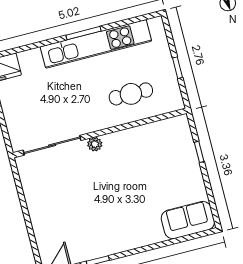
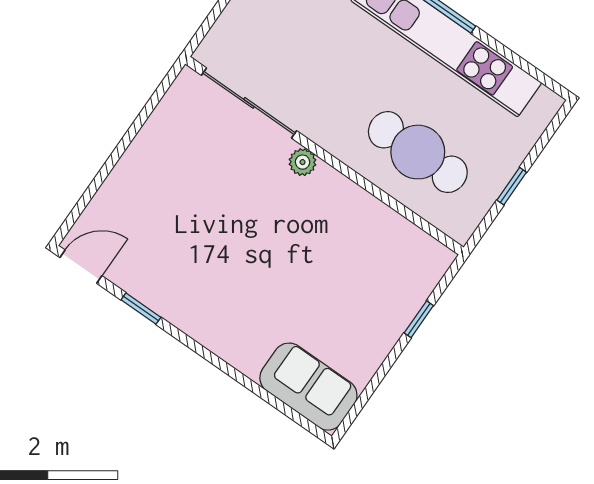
cafe table: (131, 94) -> (418, 152), width x1.37, depth x1.35

